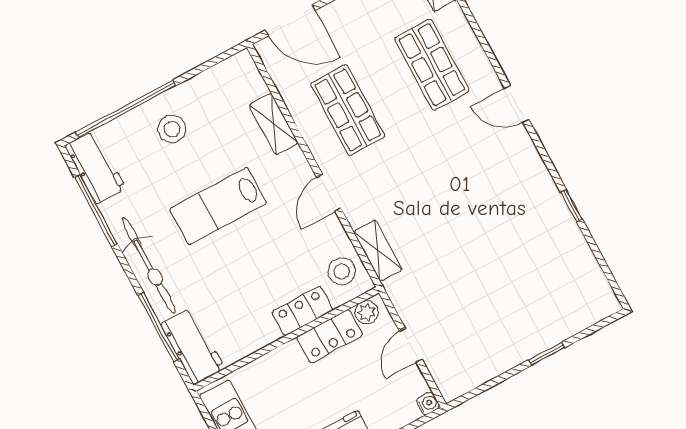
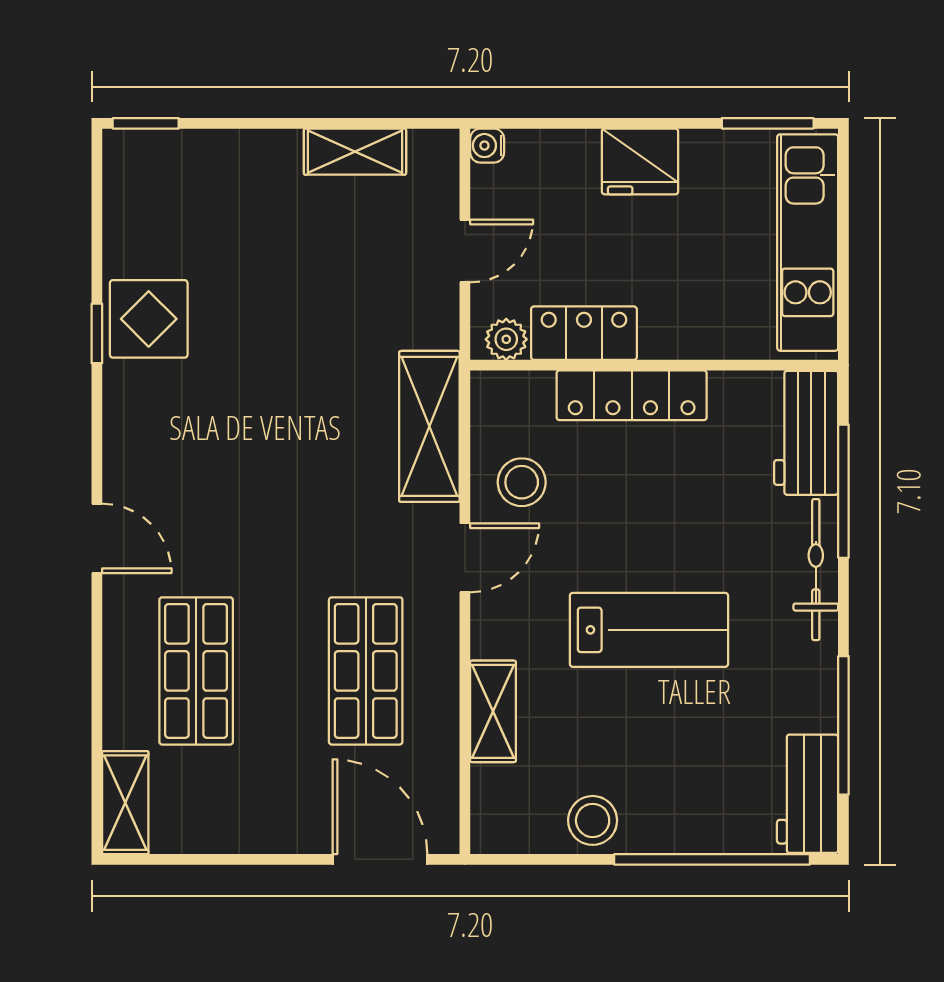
stool: (172, 129) -> (593, 820), moved
display table: (550, 227) -> (149, 319), added
shelving: (378, 250) -> (429, 426), width x1.50, depth x1.33
bicycle: (149, 265) -> (816, 570), width x0.73, depth x0.71
stool: (342, 271) -> (522, 482), moved
locker: (302, 311) -> (632, 395), width x1.53
window: (547, 354) -> (146, 123), moved
shelving: (492, 365) -> (355, 152), added

